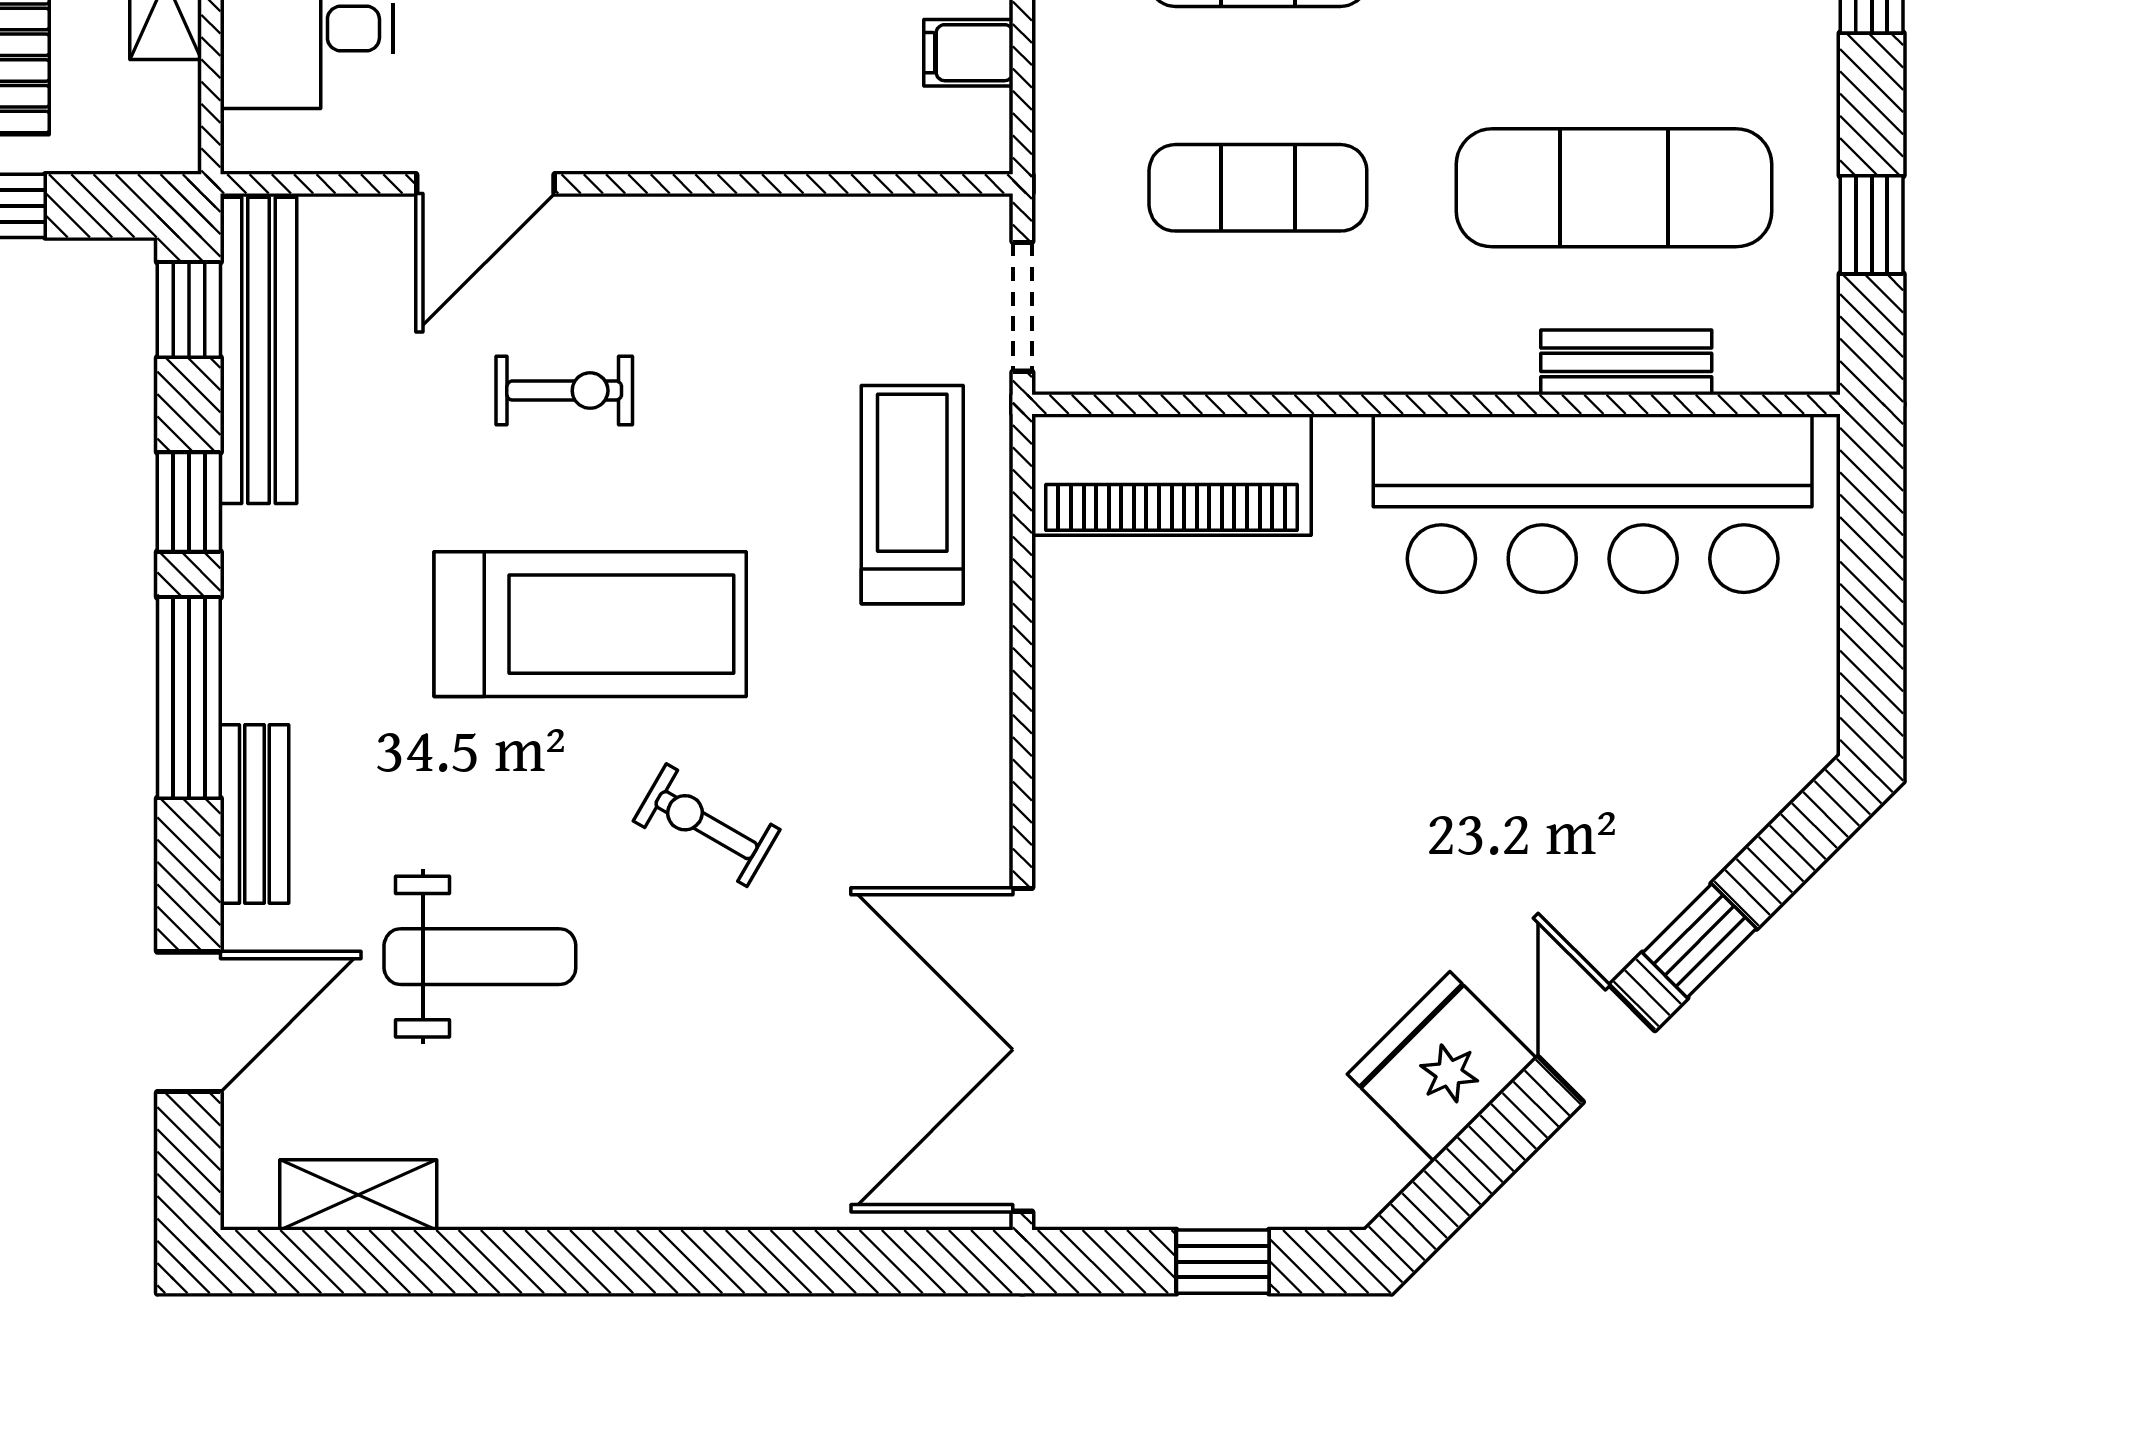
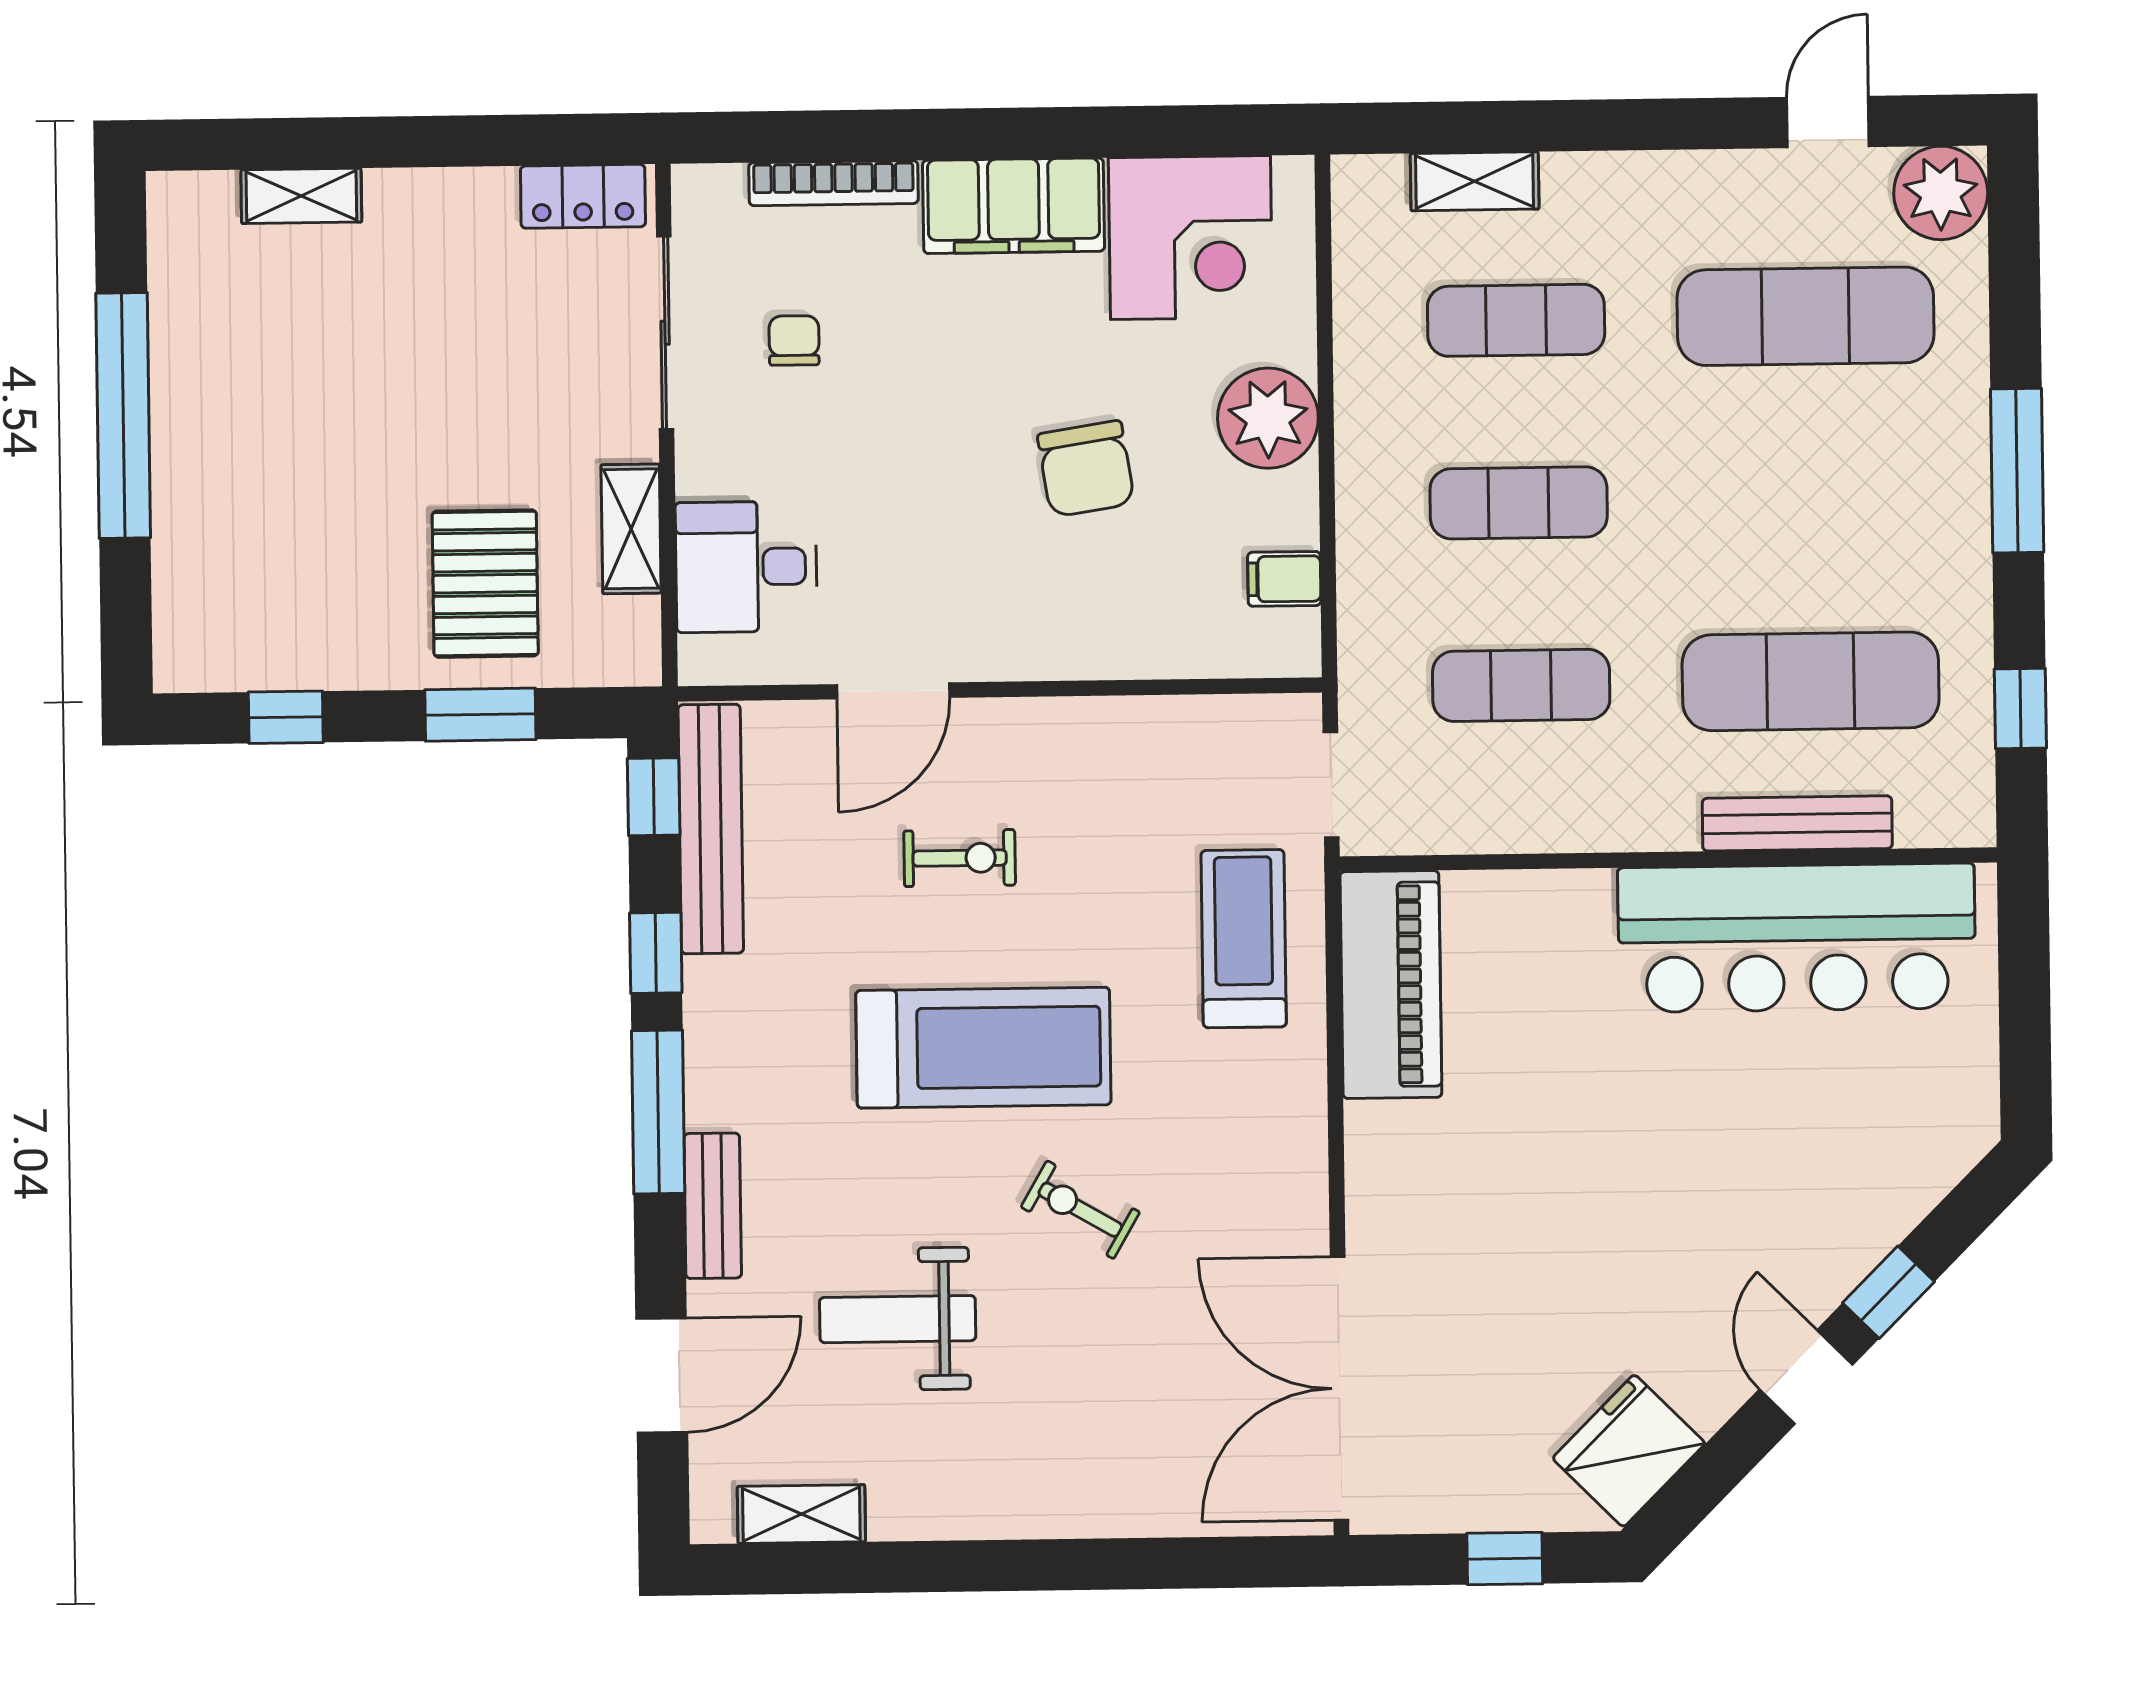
bench: (1626, 362) -> (1797, 823), width x1.36
piano: (1172, 475) -> (1391, 985), moved, turned -90
weight bench: (480, 957) -> (898, 1319), turned 180
fridge: (1442, 1066) -> (1629, 1451), moved

